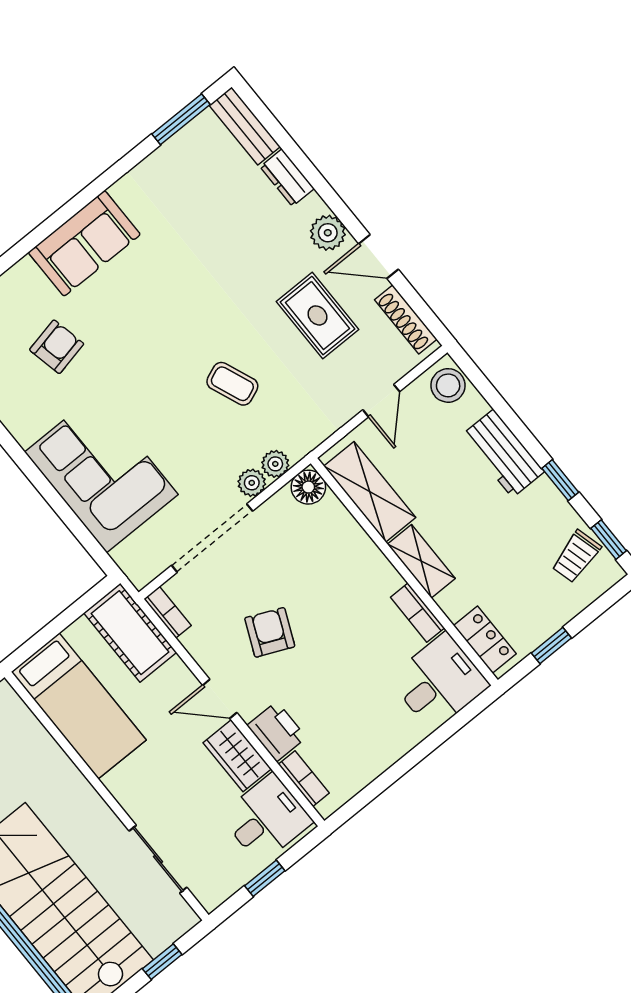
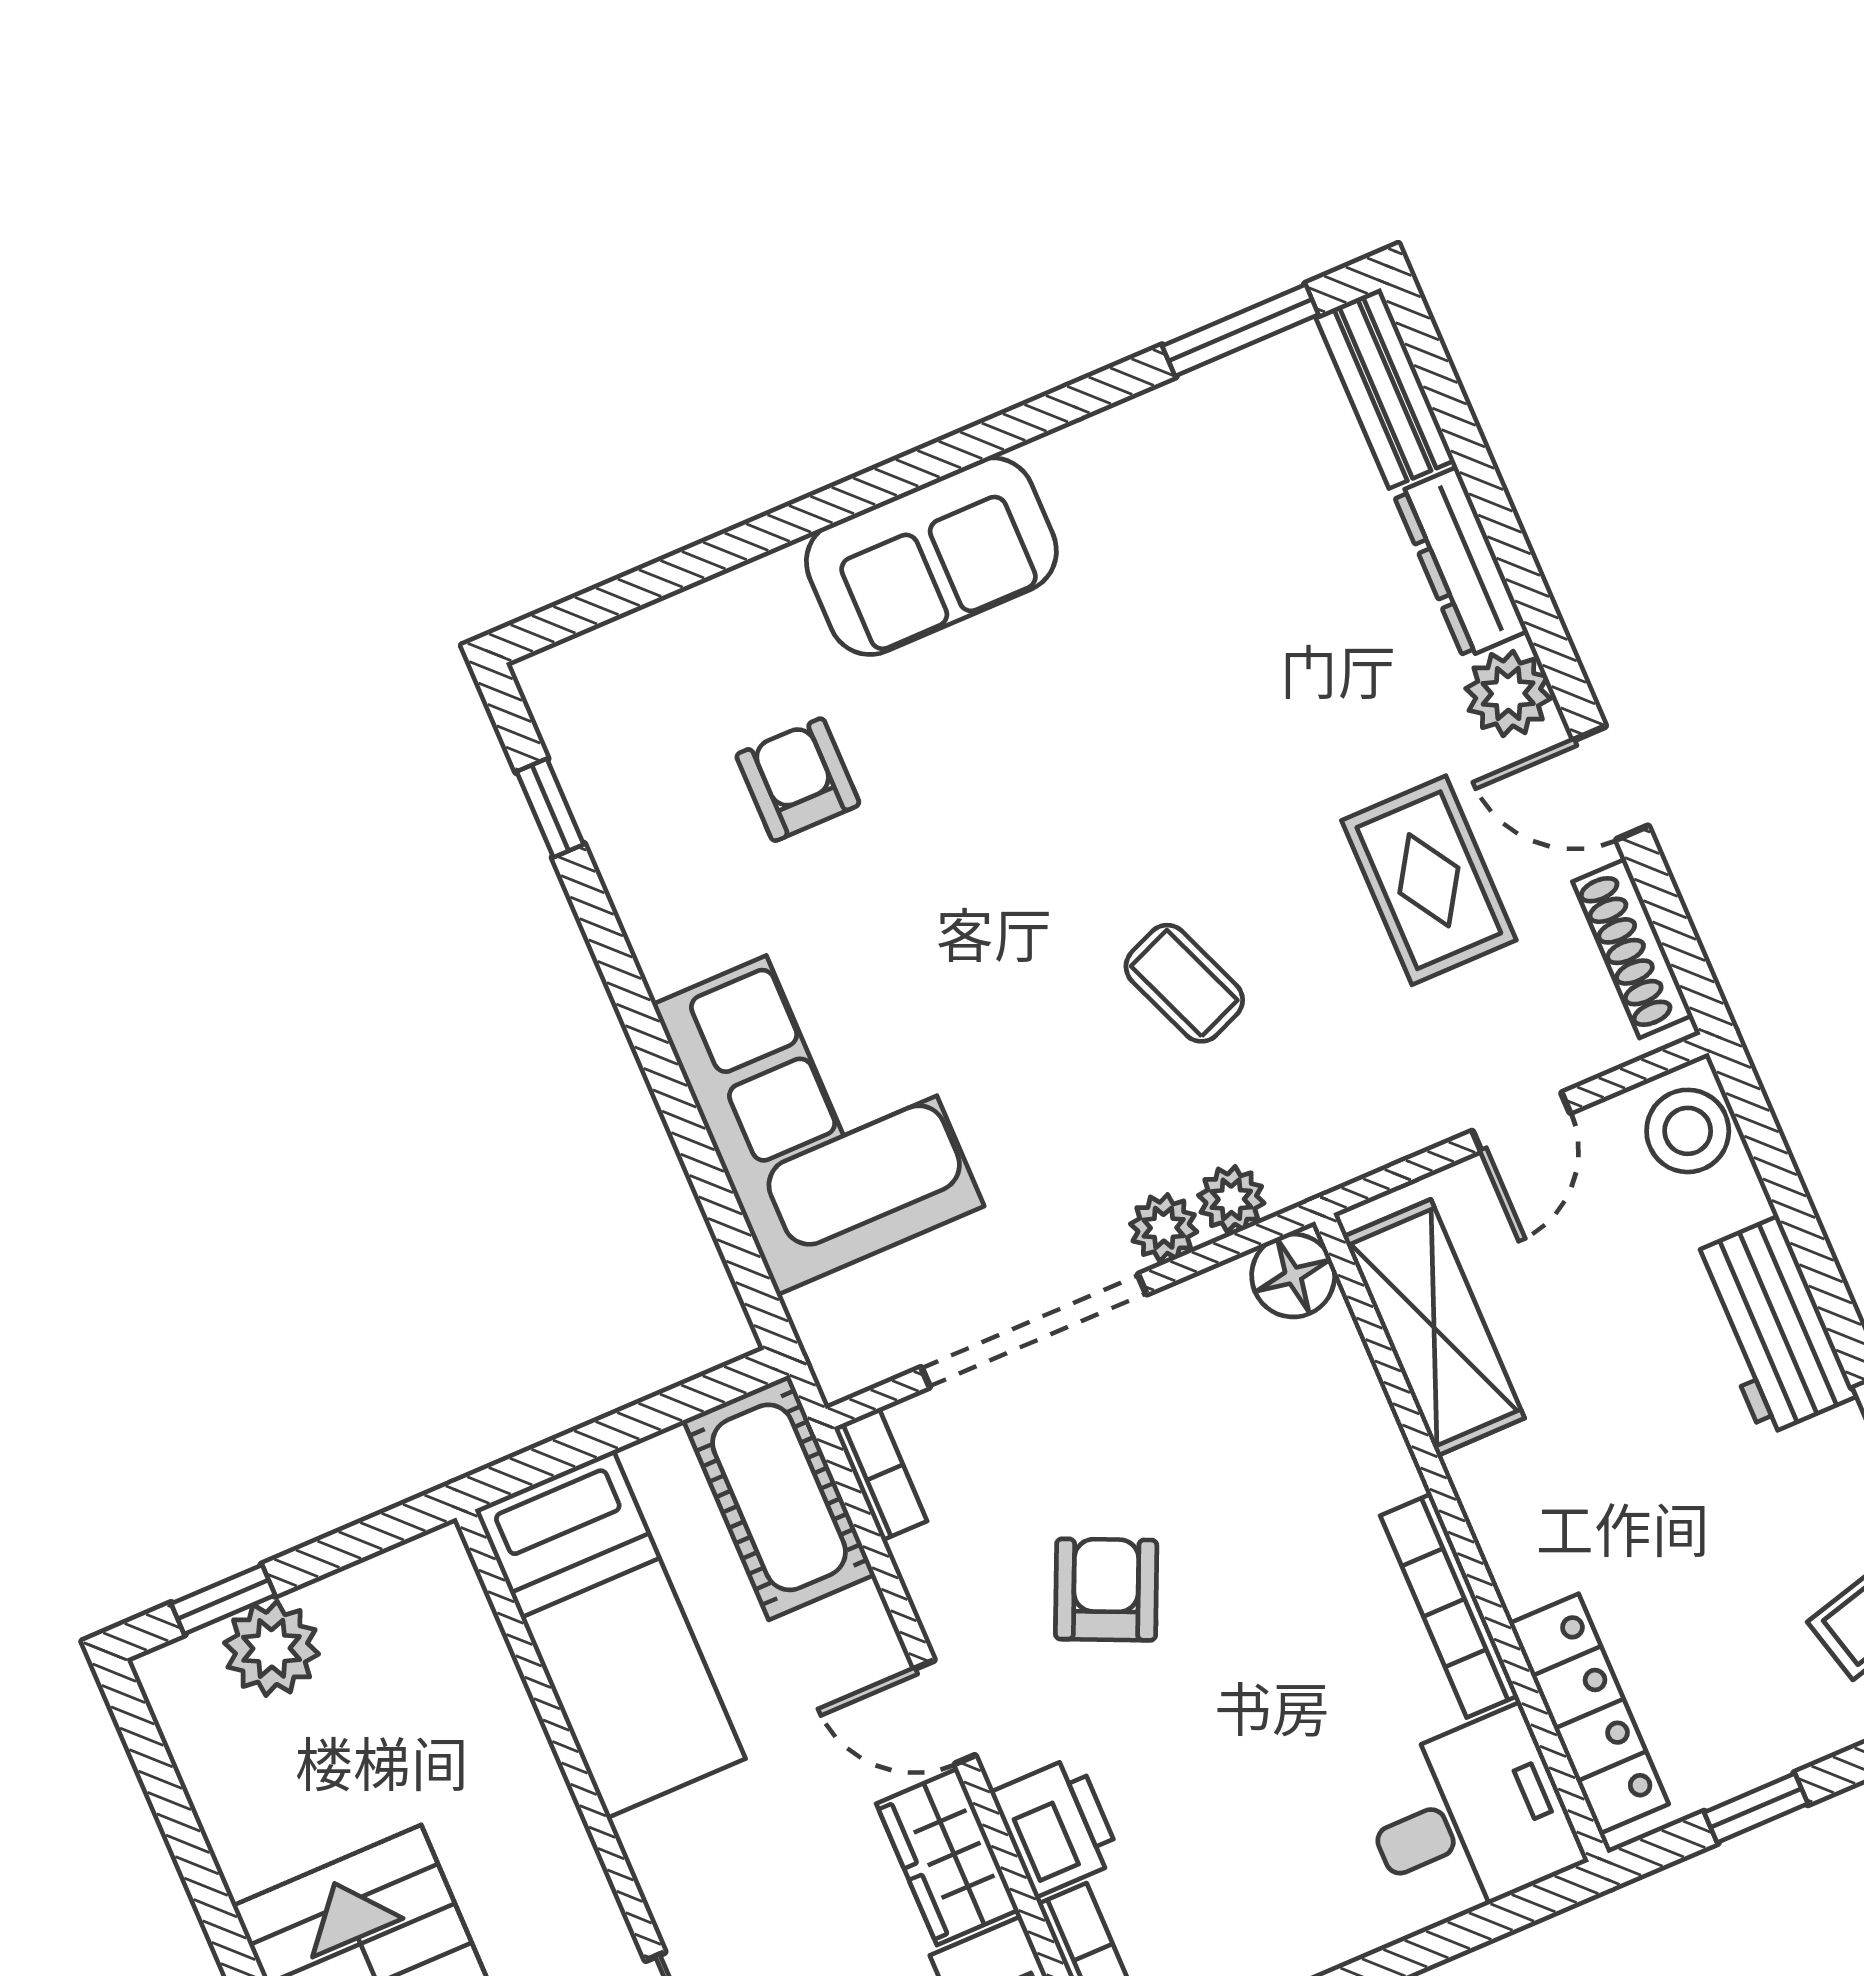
dresser: (287, 178) -> (1461, 563), width x1.44
armchair: (57, 347) -> (798, 780), turned -78
shelving: (421, 561) -> (1508, 1525), removed
bookcase: (417, 613) -> (1449, 1606), width x1.56
locker: (485, 640) -> (1589, 1714), width x1.53

